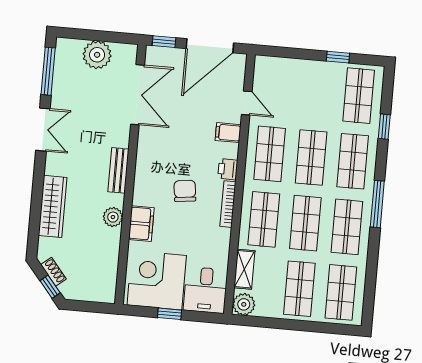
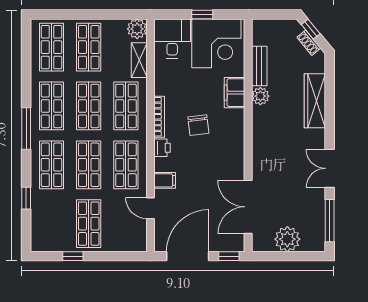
shop shelf: (359, 96) -> (89, 224), moved
bench: (118, 170) -> (259, 66), moved

